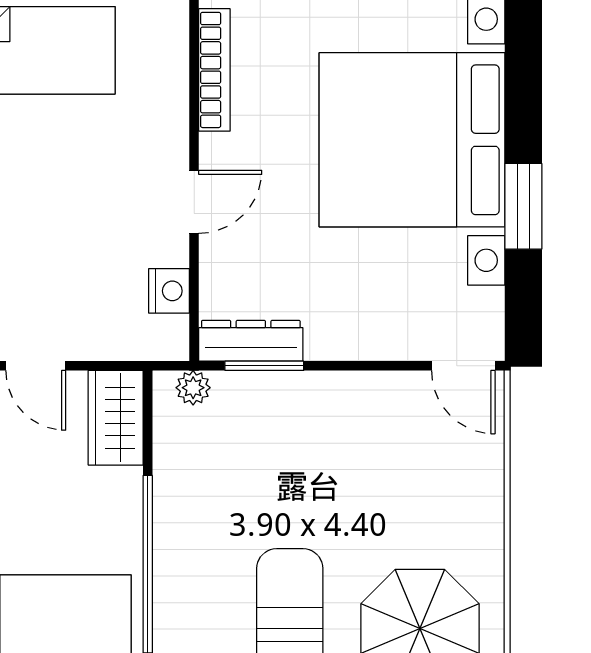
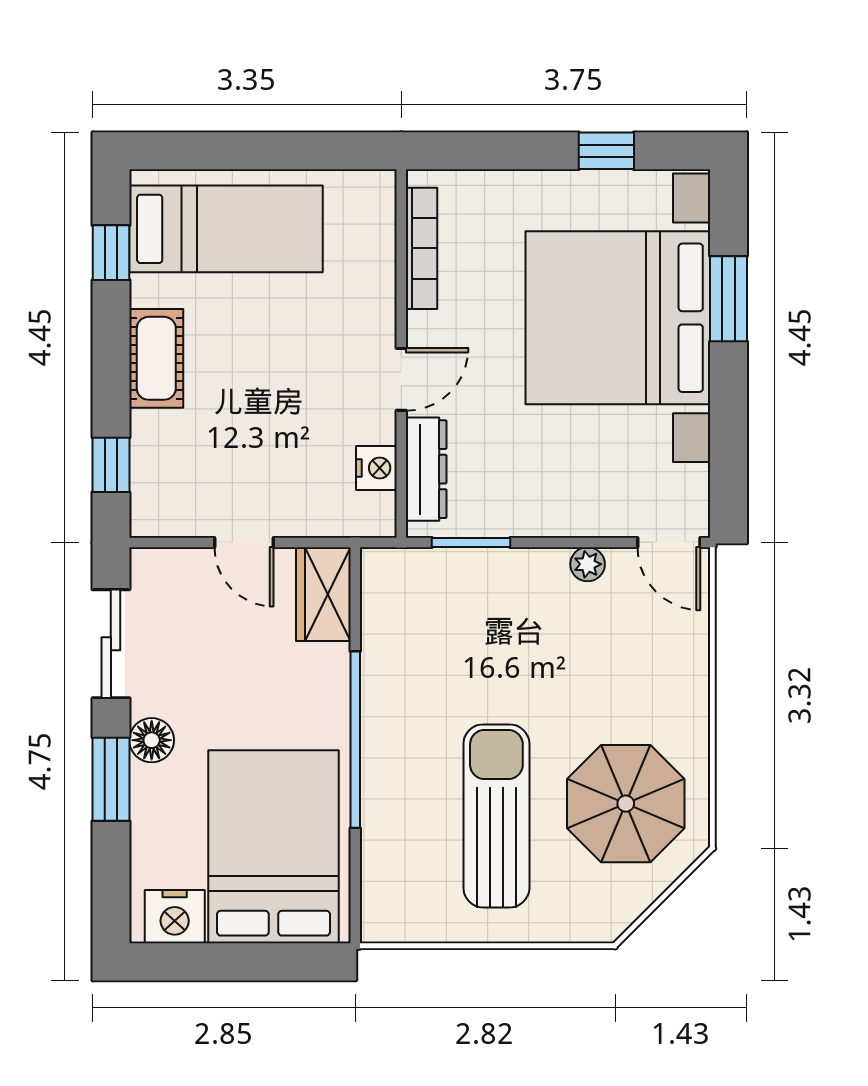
window: (523, 206) -> (729, 299), moved
dresser: (251, 341) -> (426, 469), moved, turned 90
plant: (193, 388) -> (588, 564), moved

